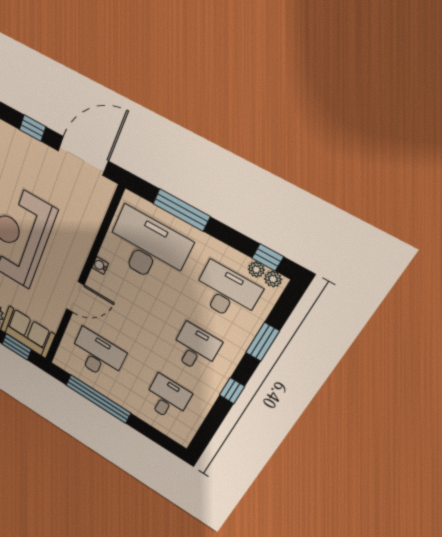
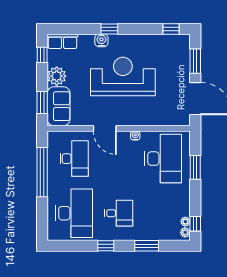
window: (32, 128) -> (195, 61), width x1.50
window: (181, 210) -> (195, 167), width x0.69
desk: (226, 292) -> (163, 213), removed
desk: (167, 398) -> (74, 213), width x1.87, depth x1.30

